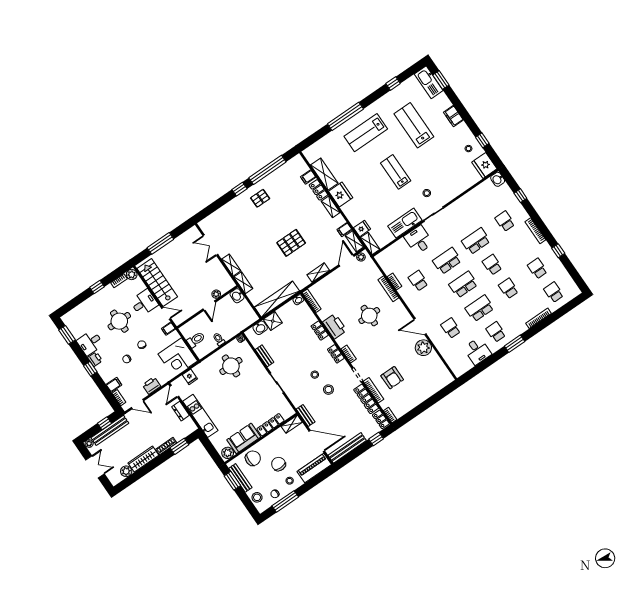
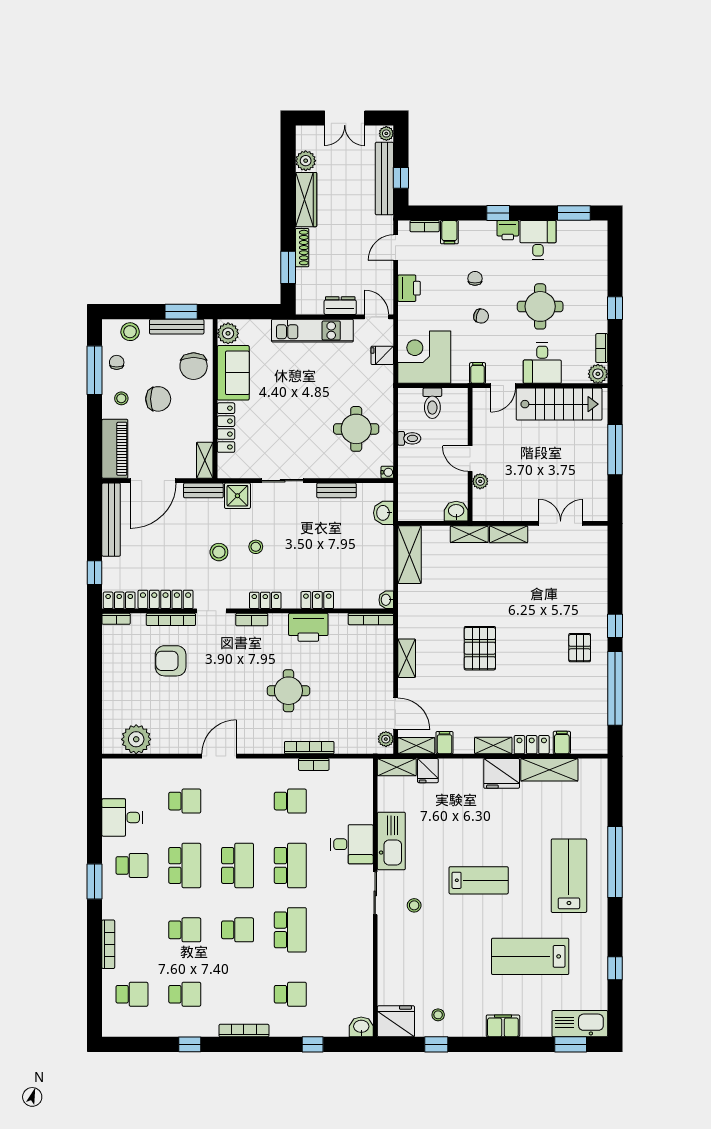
lab bench: (414, 125) -> (530, 956), turned 180
shelving: (277, 299) -> (410, 555), width x0.68
shower: (273, 321) -> (237, 496), moved
plant: (423, 348) -> (136, 739), moved

